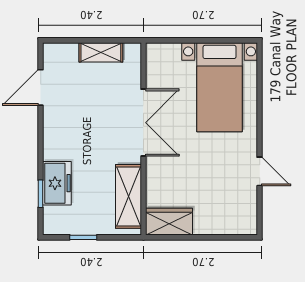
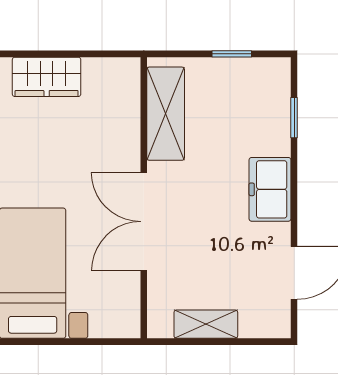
freezer: (57, 183) -> (270, 189), moved
wardrobe: (169, 222) -> (47, 77), moved

